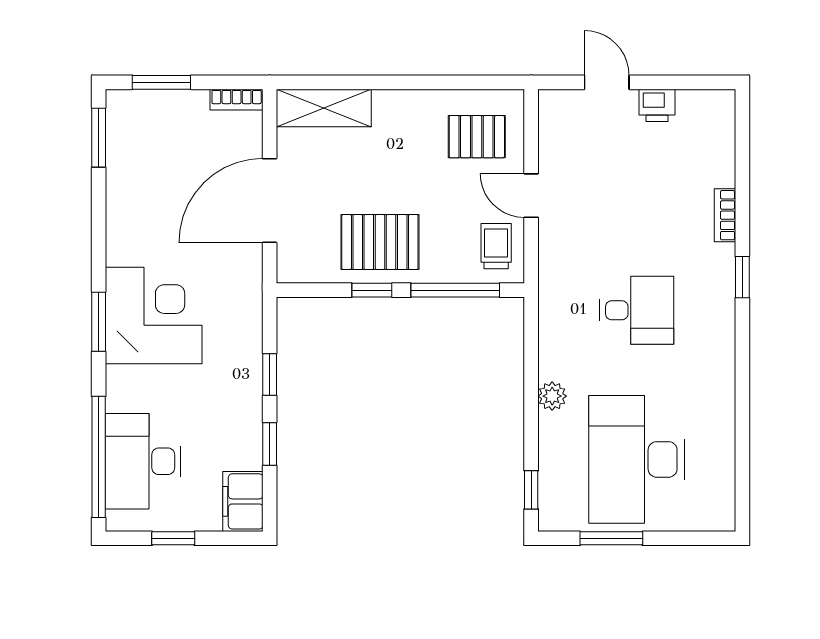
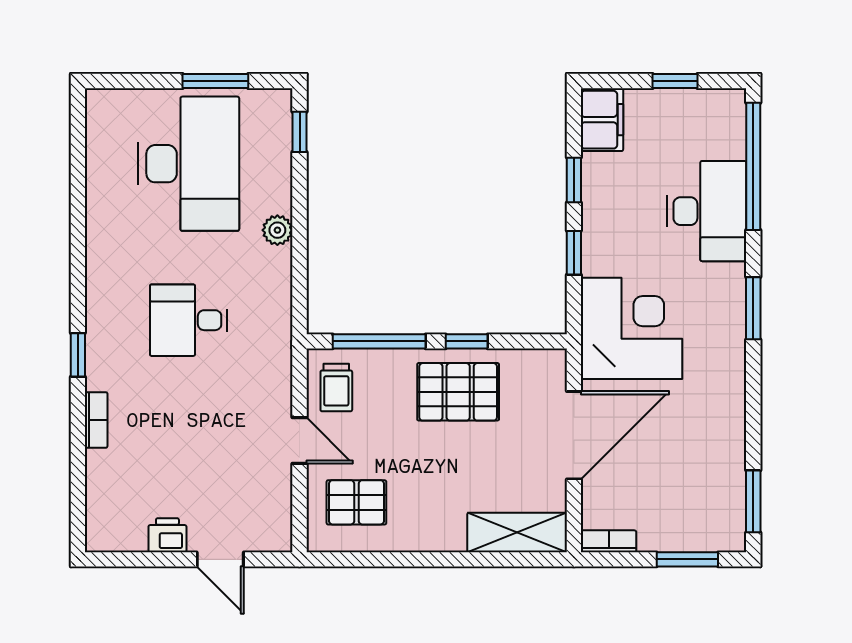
corner desk: (154, 315) -> (632, 328), moved, turned 180
desk: (143, 461) -> (707, 211), moved

